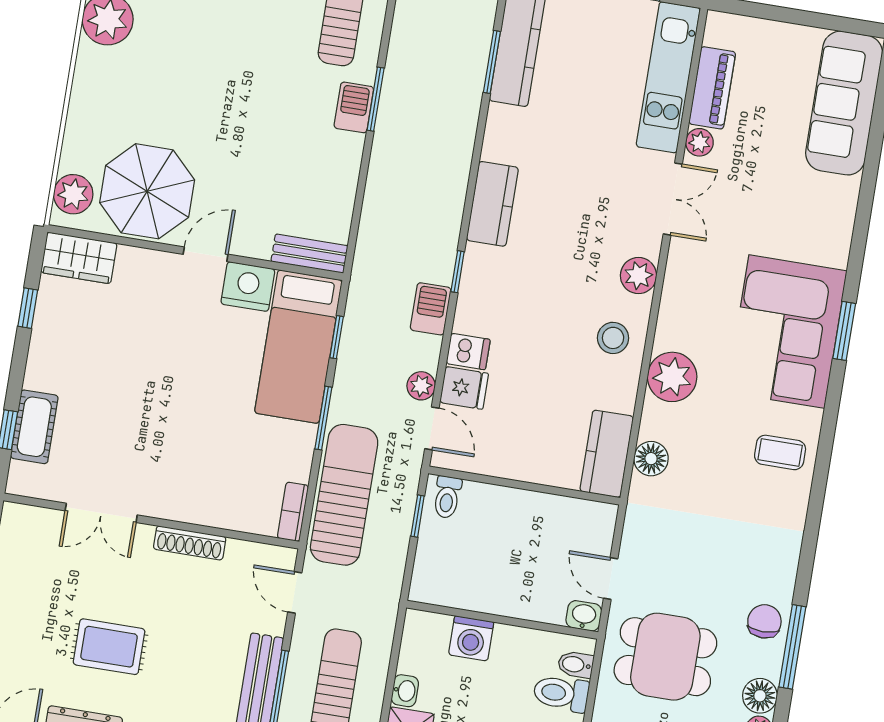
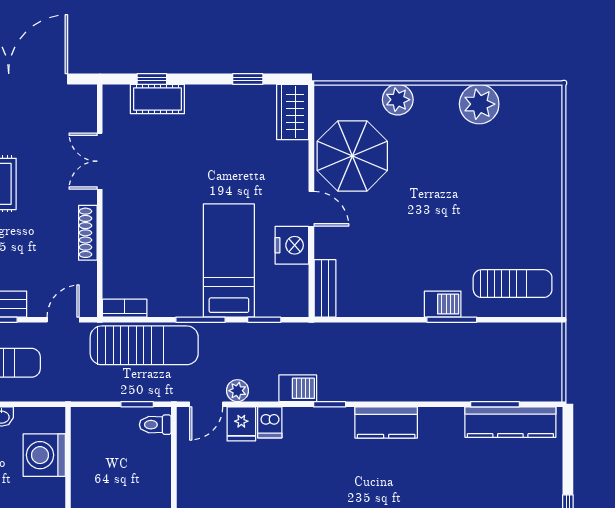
plant: (73, 194) -> (398, 100), moved
bed: (298, 347) -> (229, 260), moved, turned 90
washing machine: (471, 638) -> (44, 455), width x1.37, depth x1.37

